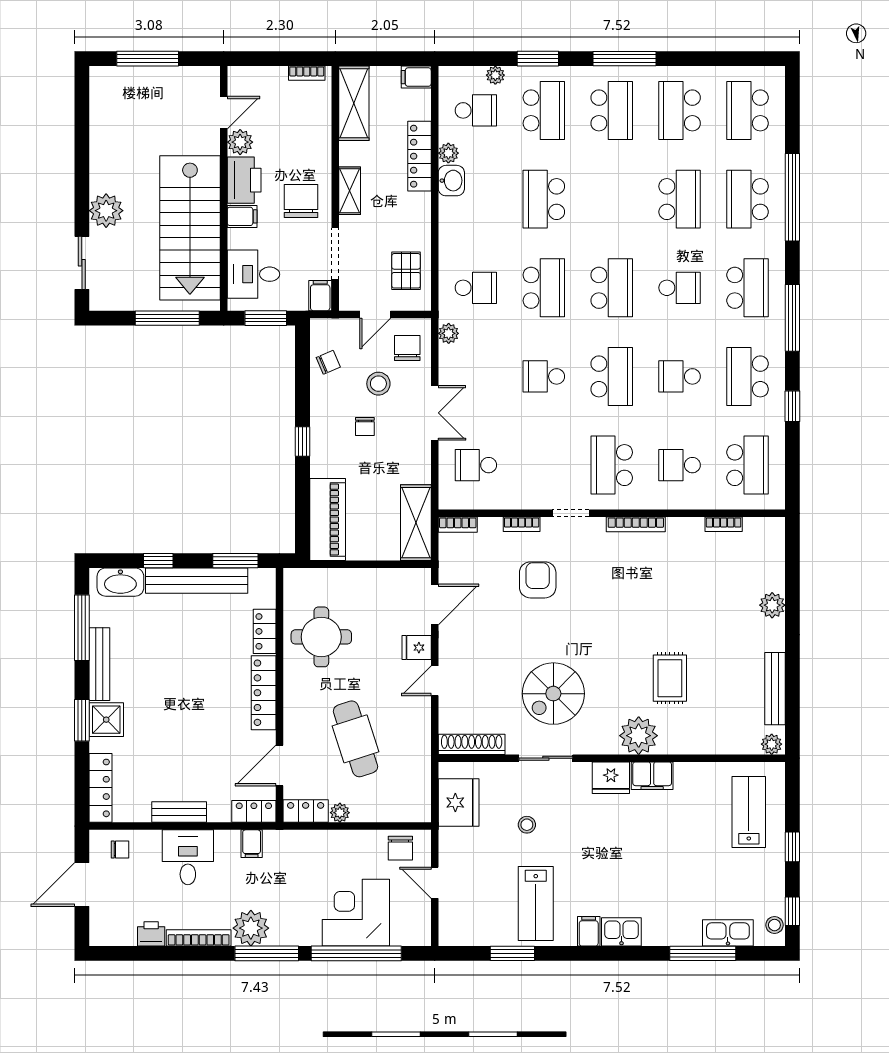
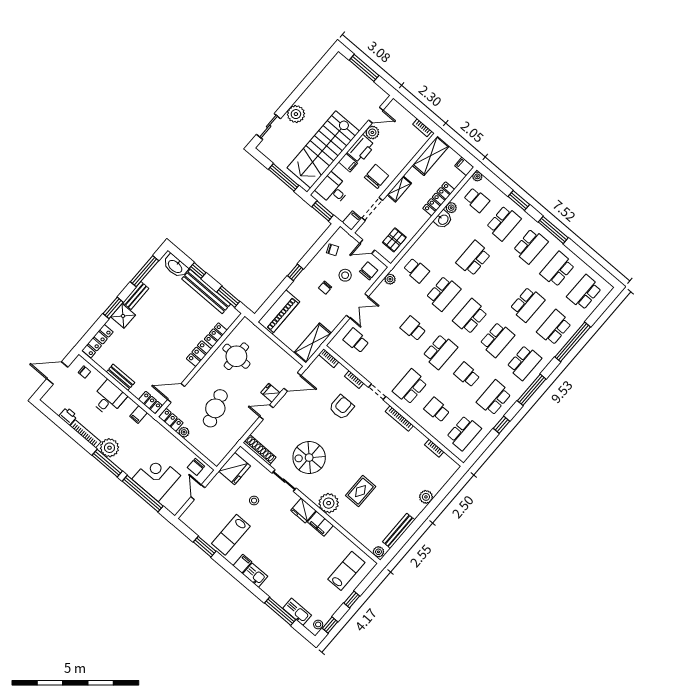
plant: (495, 75) -> (477, 176), moved
school desk: (612, 288) -> (470, 316), turned 180
school desk: (680, 288) -> (497, 340), width x1.85
bench: (99, 664) -> (136, 295), width x0.73
locker: (264, 693) -> (199, 354), width x0.66

